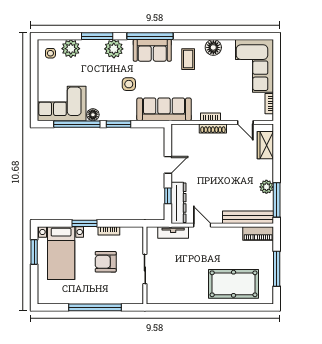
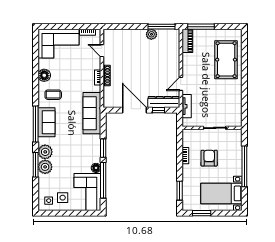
plant: (71, 49) -> (45, 167), moved
side table: (129, 84) -> (63, 198), moved
door: (245, 122) -> (102, 51), swing flipped
wardrobe: (265, 145) -> (119, 35), removed
door: (168, 165) -> (135, 110), width x1.87
bench: (248, 217) -> (175, 49), removed
window: (84, 223) -> (180, 191), moved
bed with nightstands: (61, 253) -> (221, 193), moved, turned 180
armchair: (106, 262) -> (209, 158), turned 180
window: (277, 269) -> (201, 27), moved

